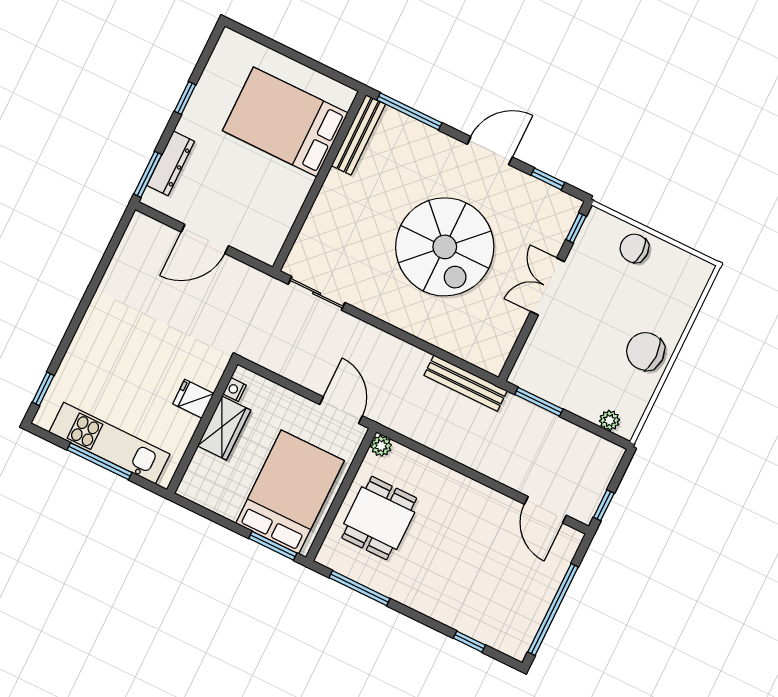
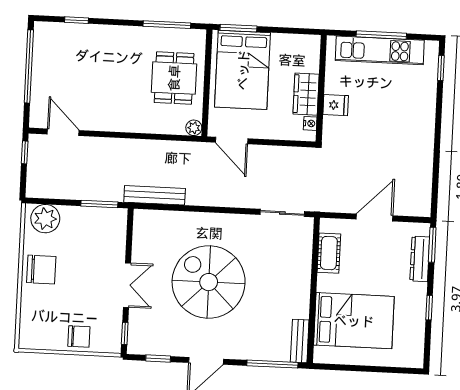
bench: (358, 135) -> (300, 341), width x0.73
cot: (280, 219) -> (329, 253), added
plant: (609, 420) -> (45, 219), width x1.87, depth x1.87

